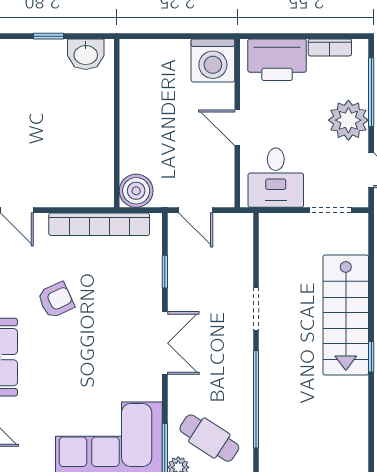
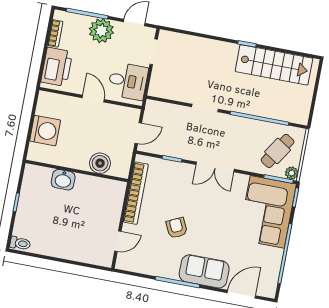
washbasin: (86, 54) -> (63, 180), moved, turned 90
washing machine: (213, 60) -> (45, 131), moved
door: (237, 128) -> (93, 99), swing flipped
boiler: (136, 191) -> (100, 163), moved
stairs: (346, 315) -> (274, 65), moved
double door: (165, 343) -> (215, 167), swing flipped

